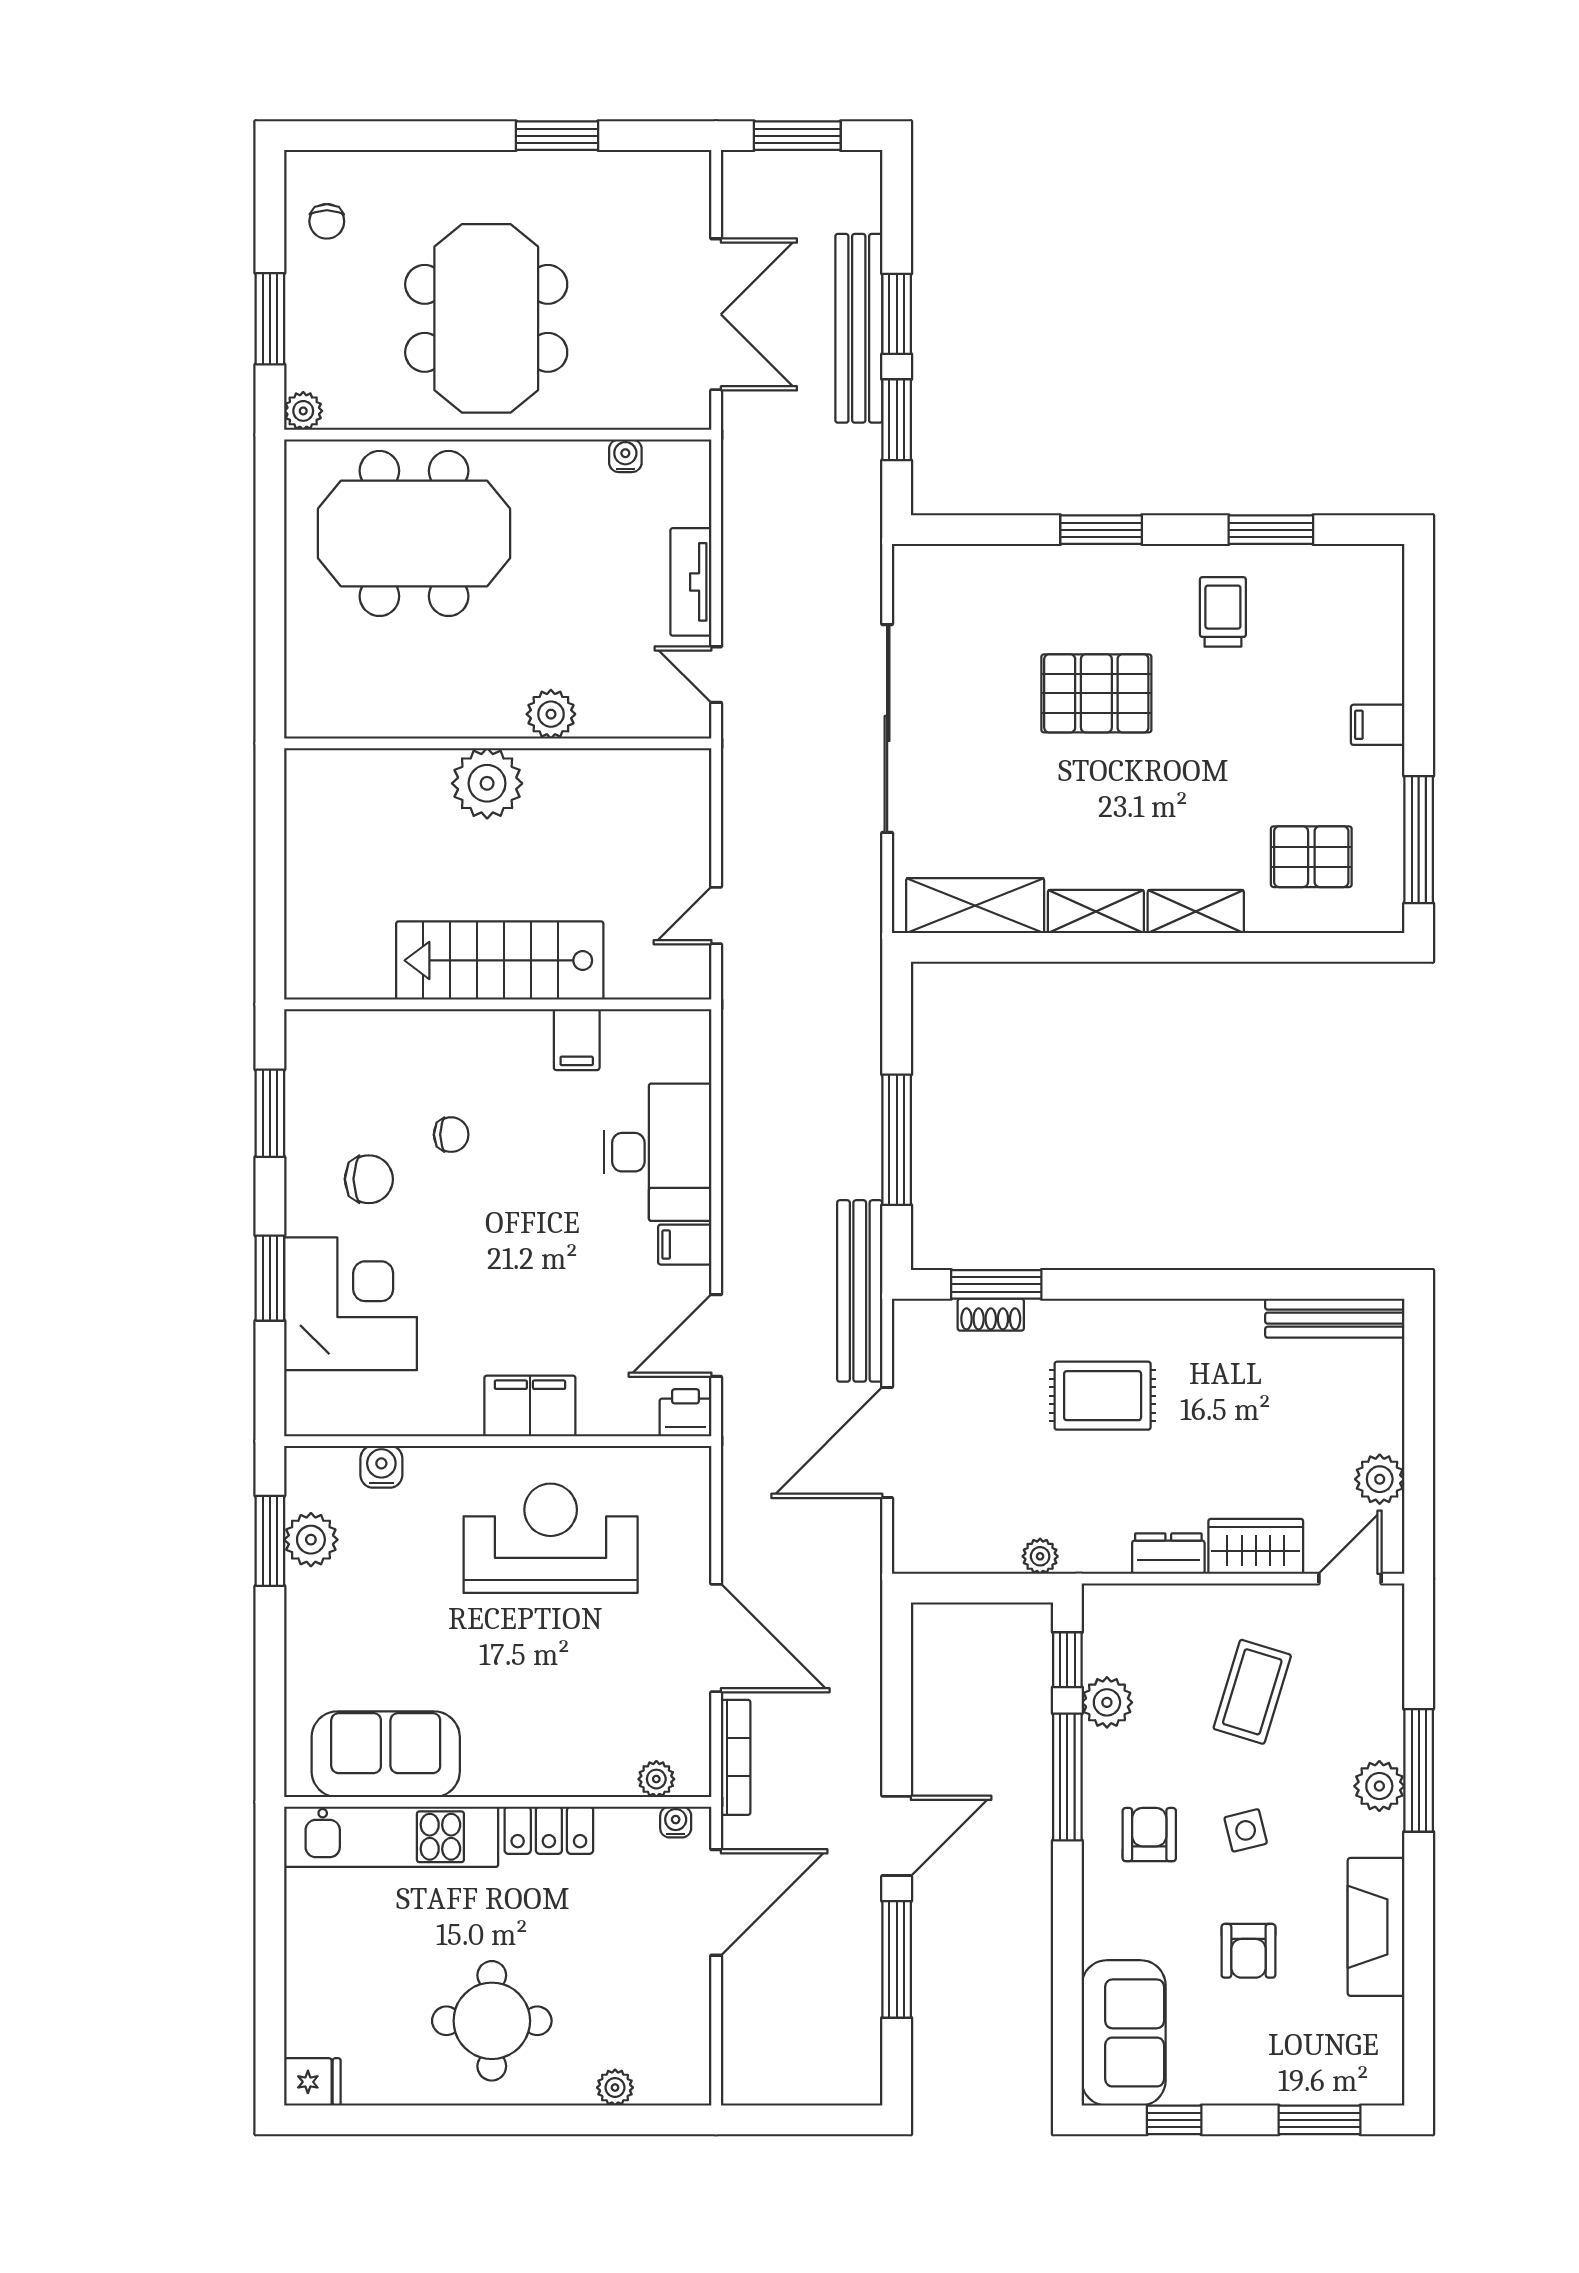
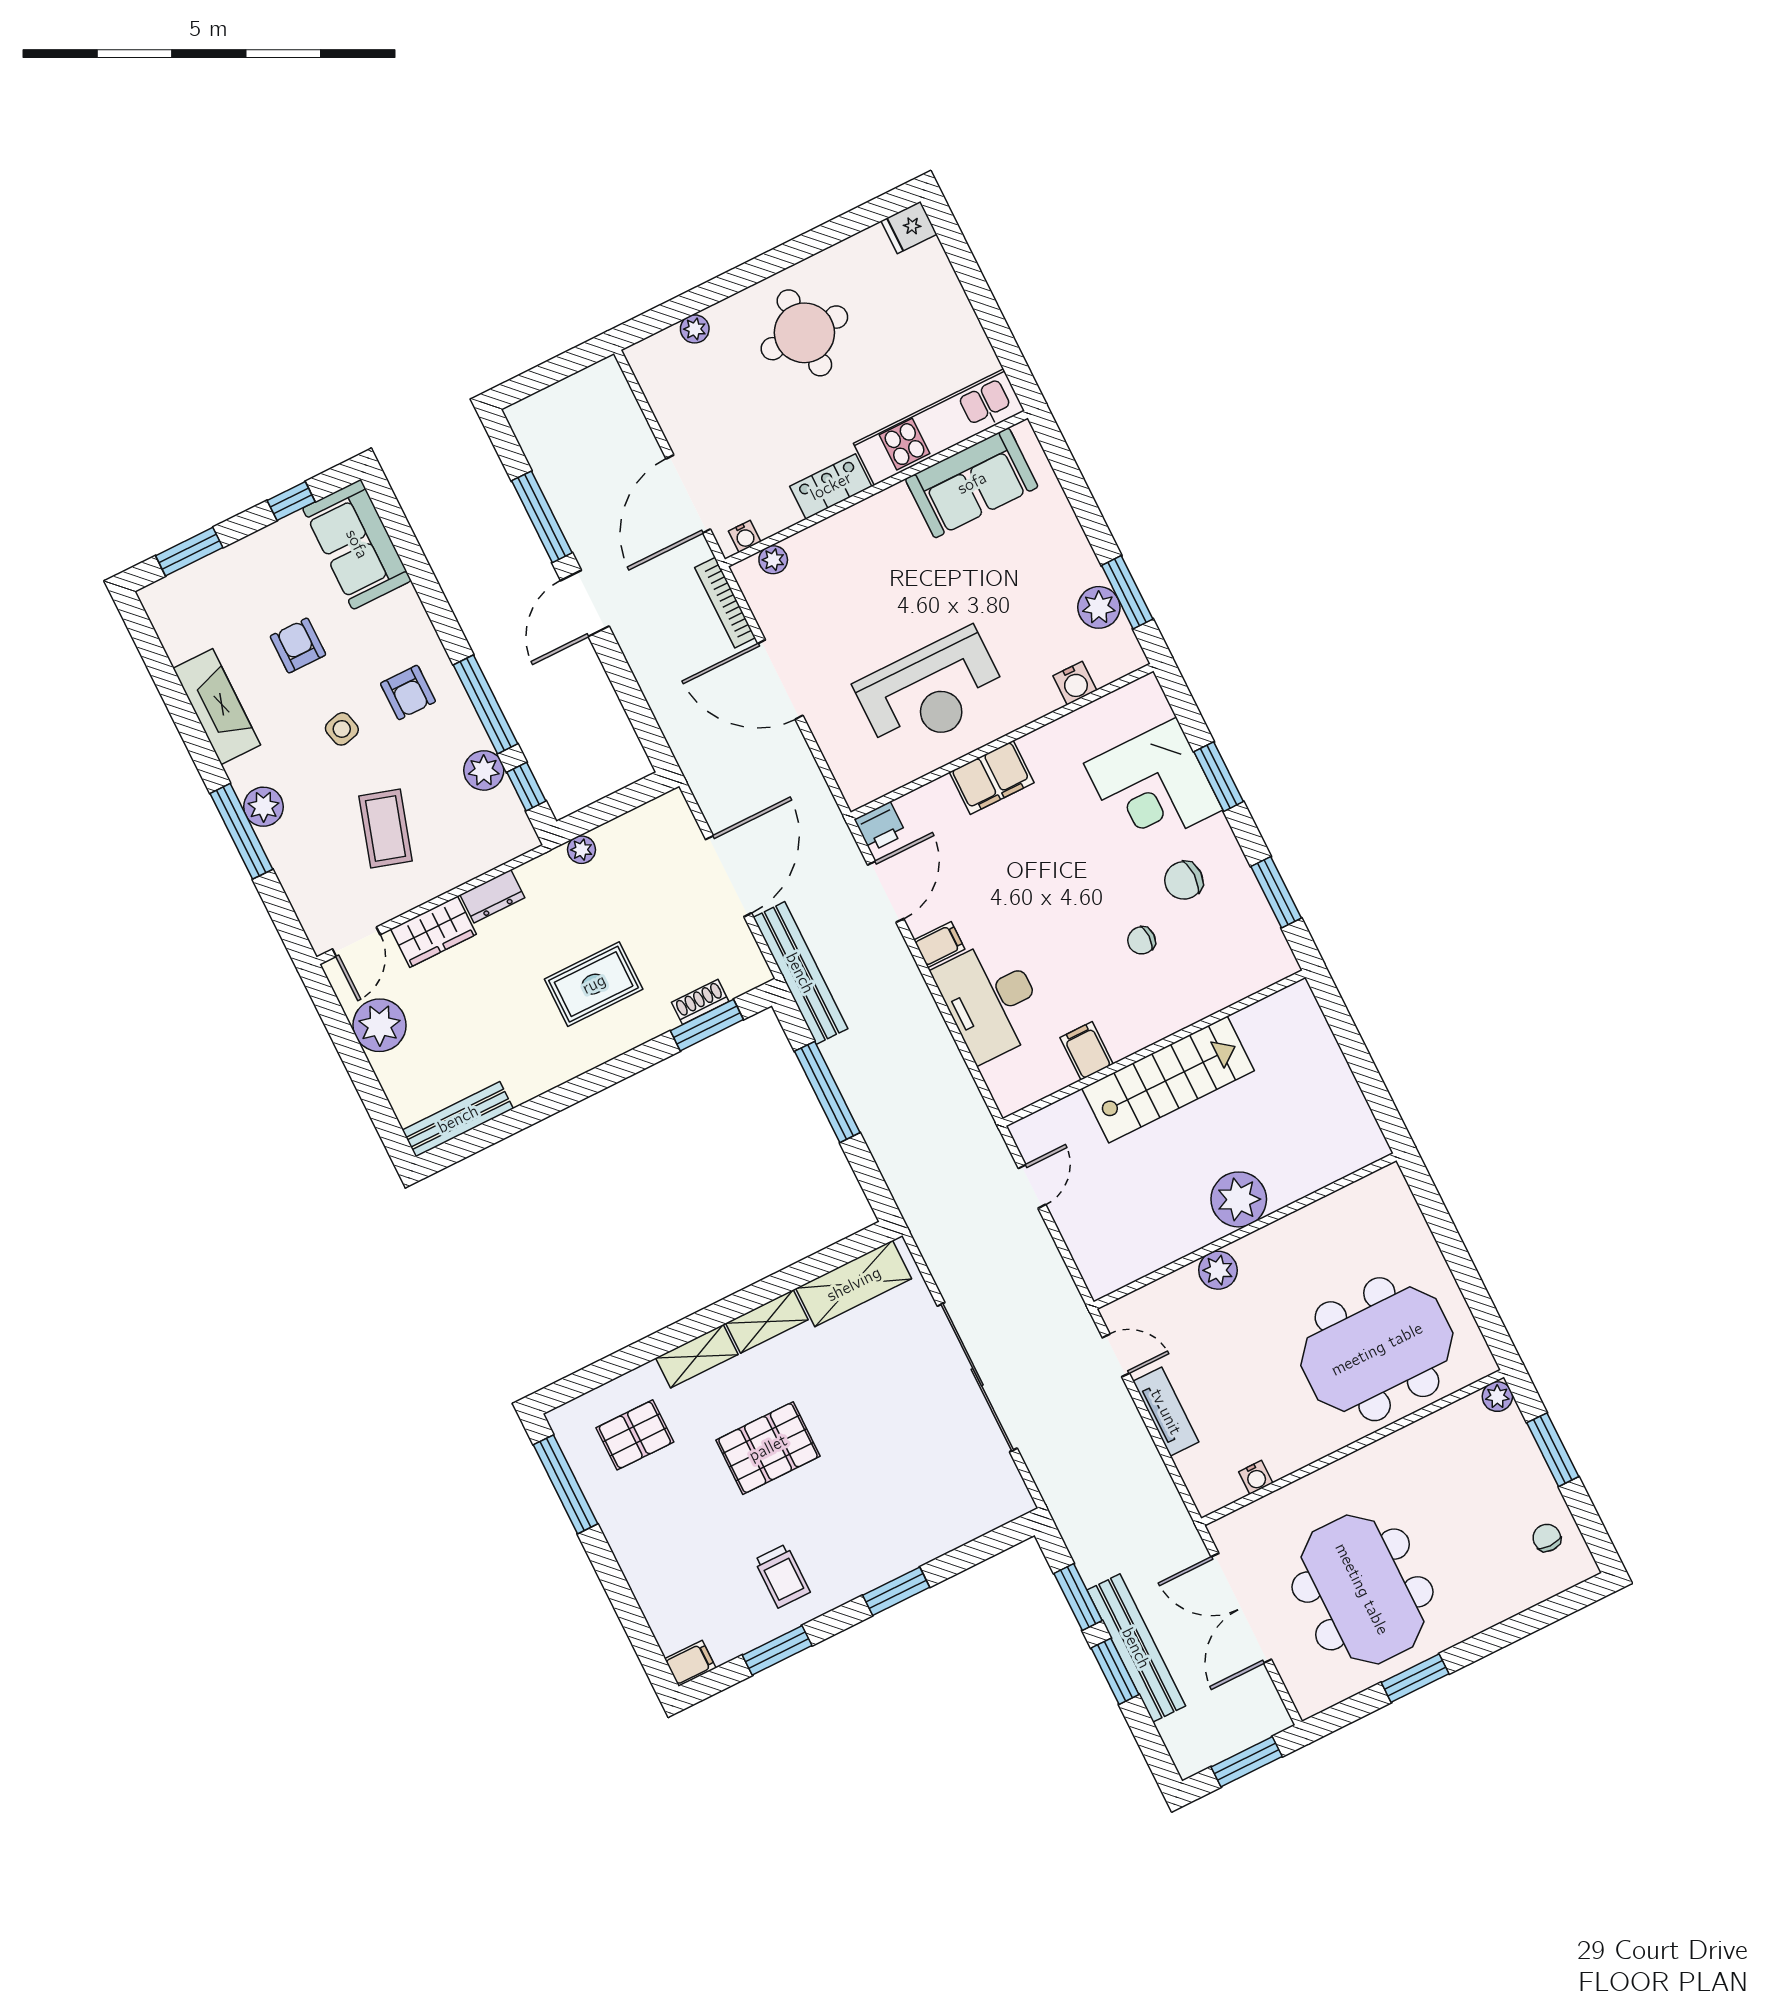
meeting table: (486, 318) -> (1362, 1589), moved
pallet: (1096, 693) -> (768, 1448), moved
filing cabinet: (1378, 725) -> (690, 1663), moved
plant: (1380, 1479) -> (380, 1025), width x1.36, depth x1.36

